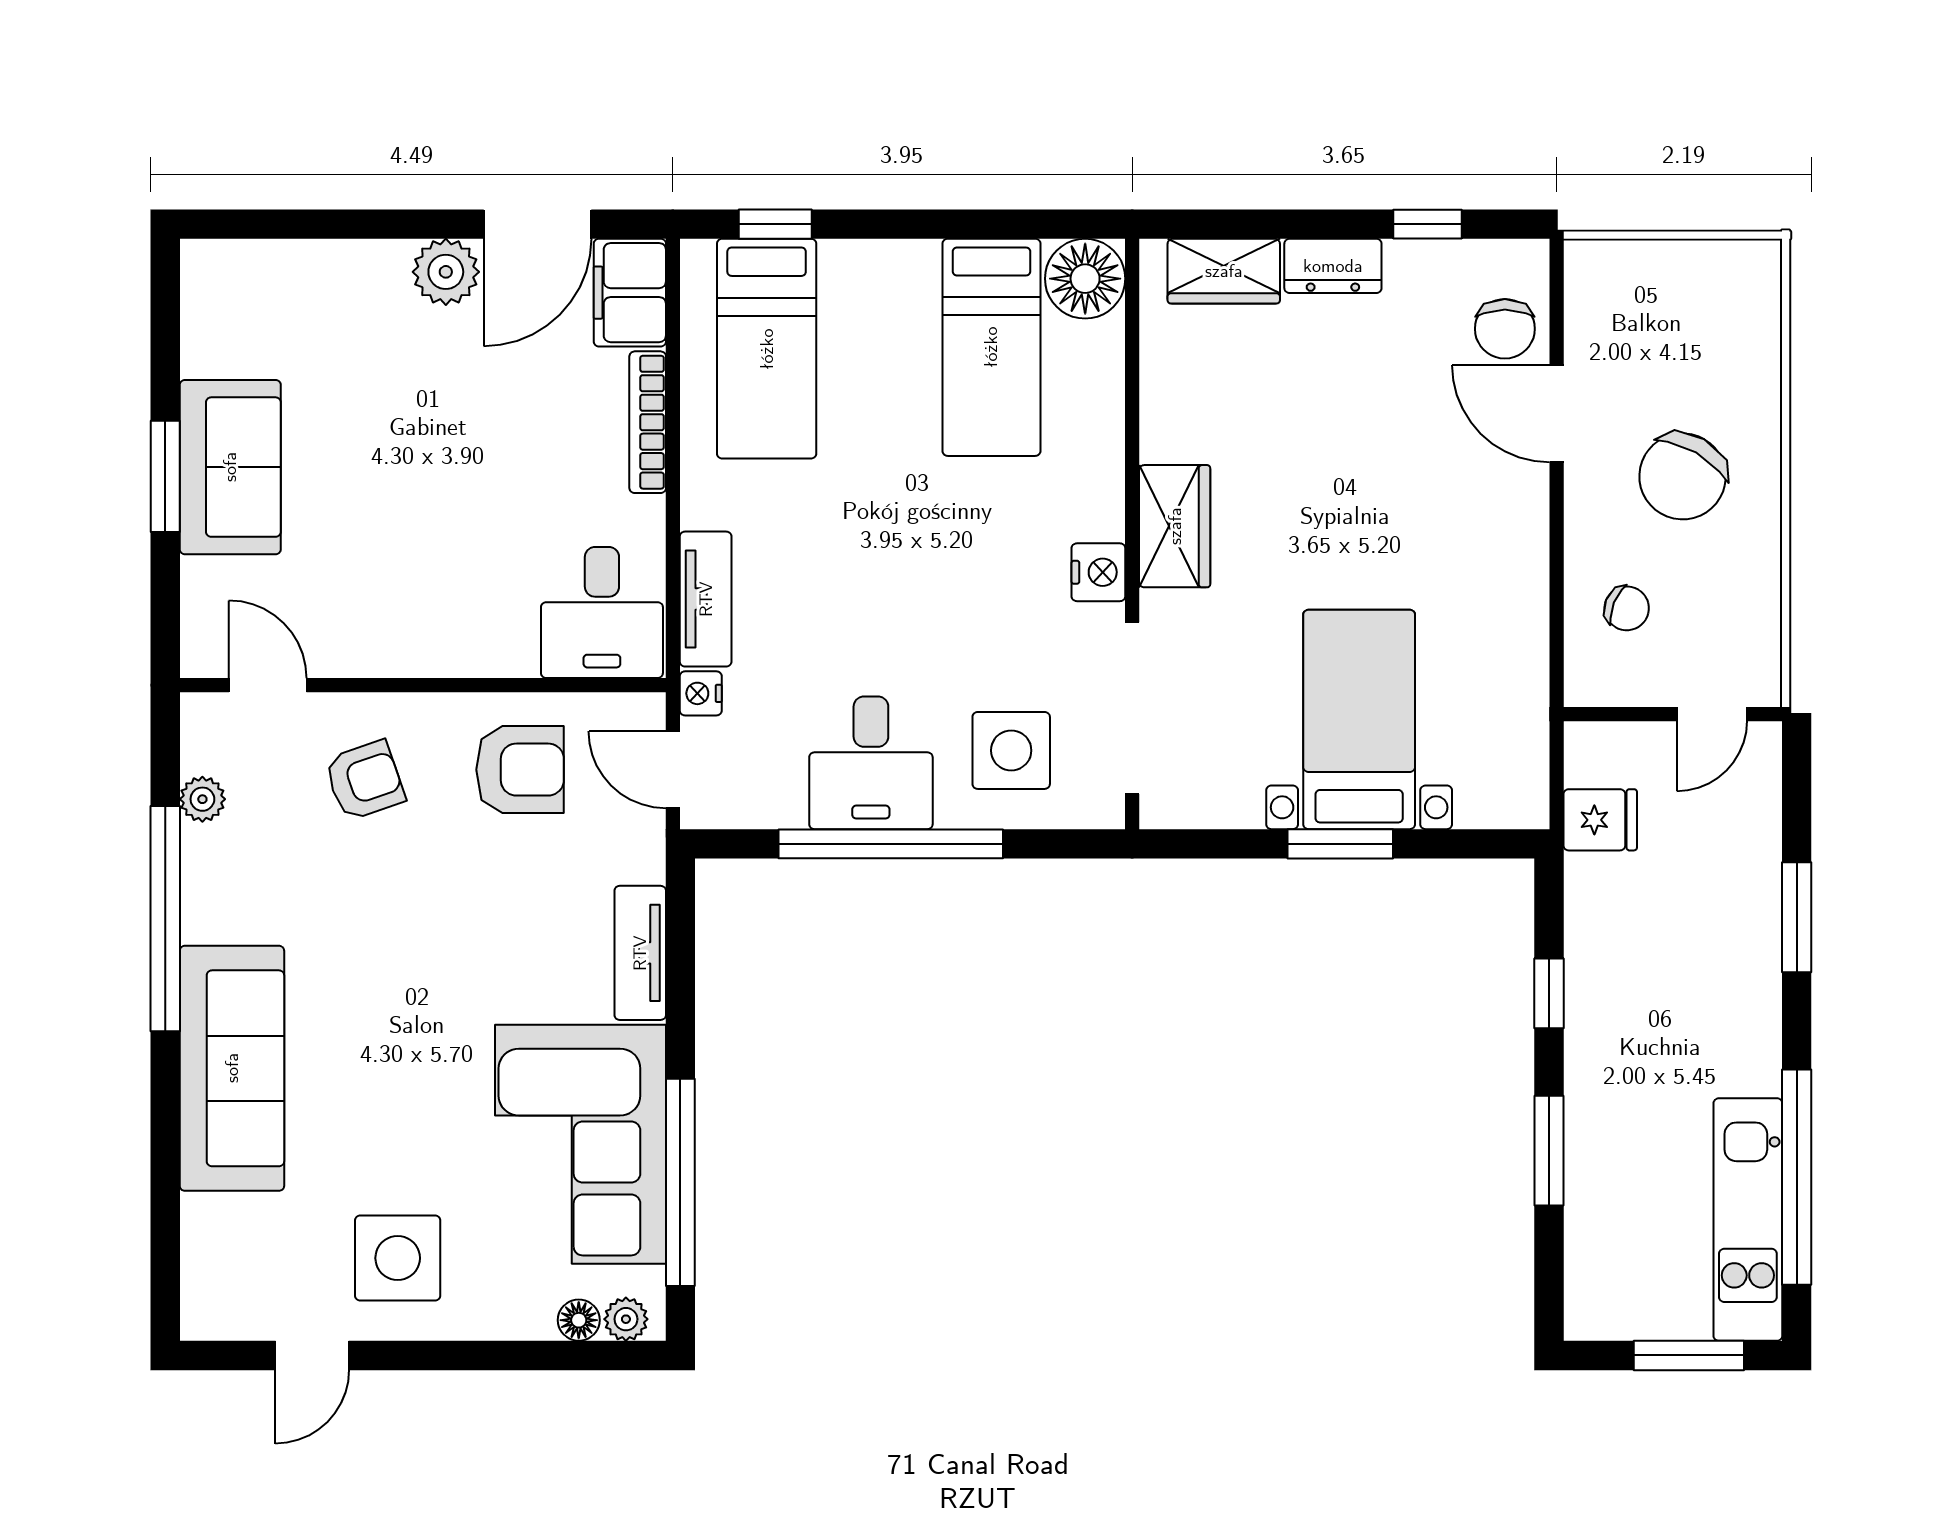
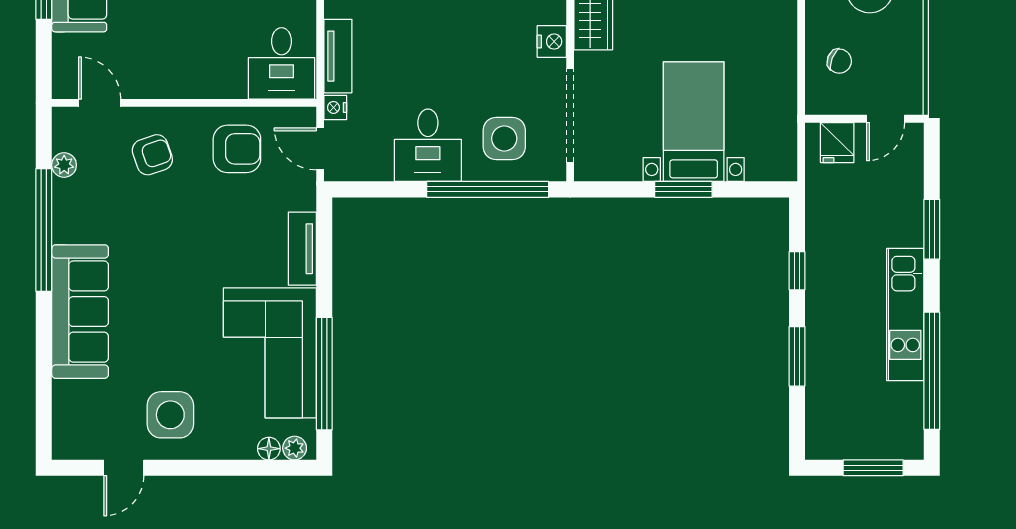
fridge: (1600, 820) -> (837, 143), moved, turned 90
window: (891, 844) -> (488, 189), moved
kitchen unit: (1748, 1220) -> (905, 315), moved

